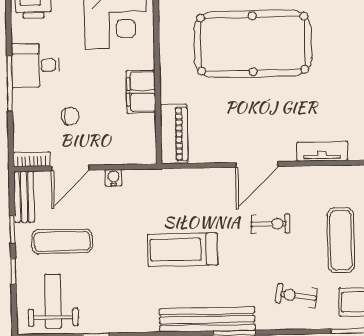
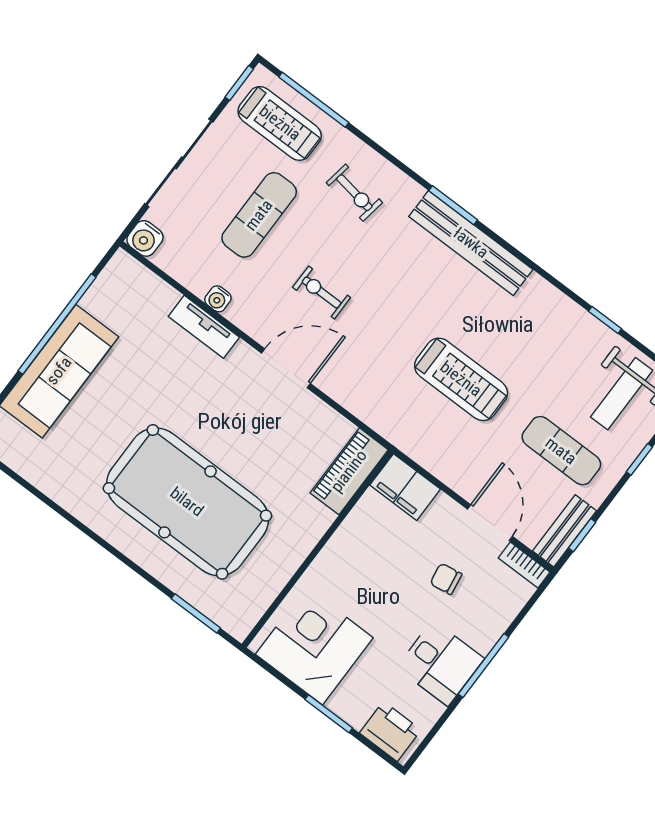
filing cabinet: (141, 92) -> (405, 487), moved, turned 90
door: (70, 168) -> (490, 523), hinge flipped
water cooler: (113, 178) -> (218, 299), moved
window: (12, 229) -> (582, 535), moved
treadmill: (183, 250) -> (461, 379), moved

